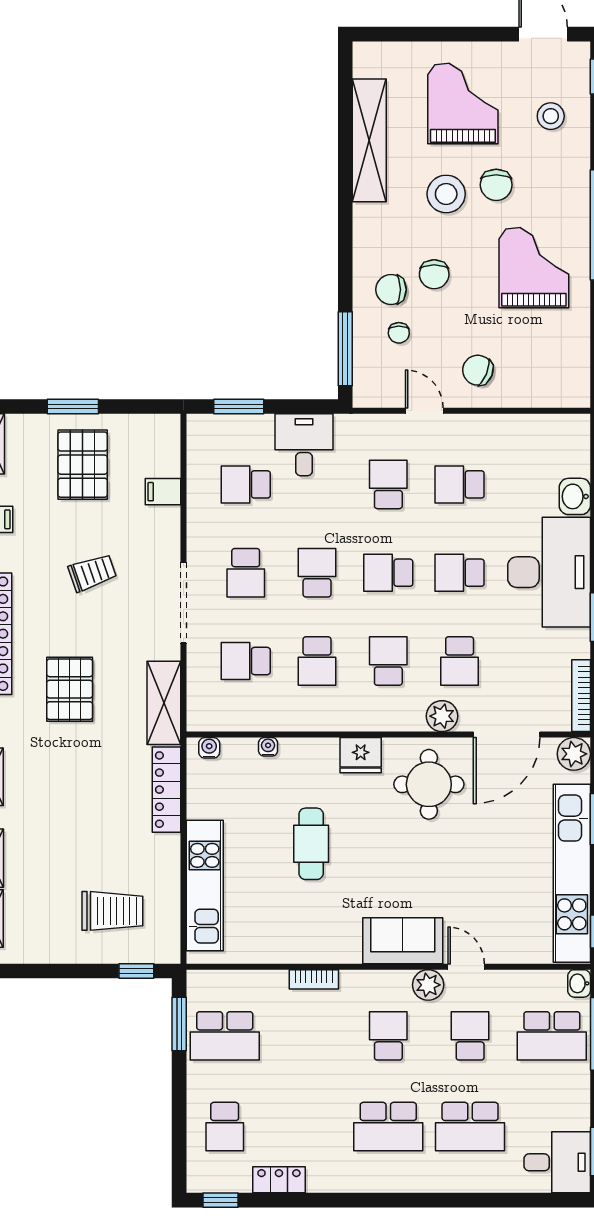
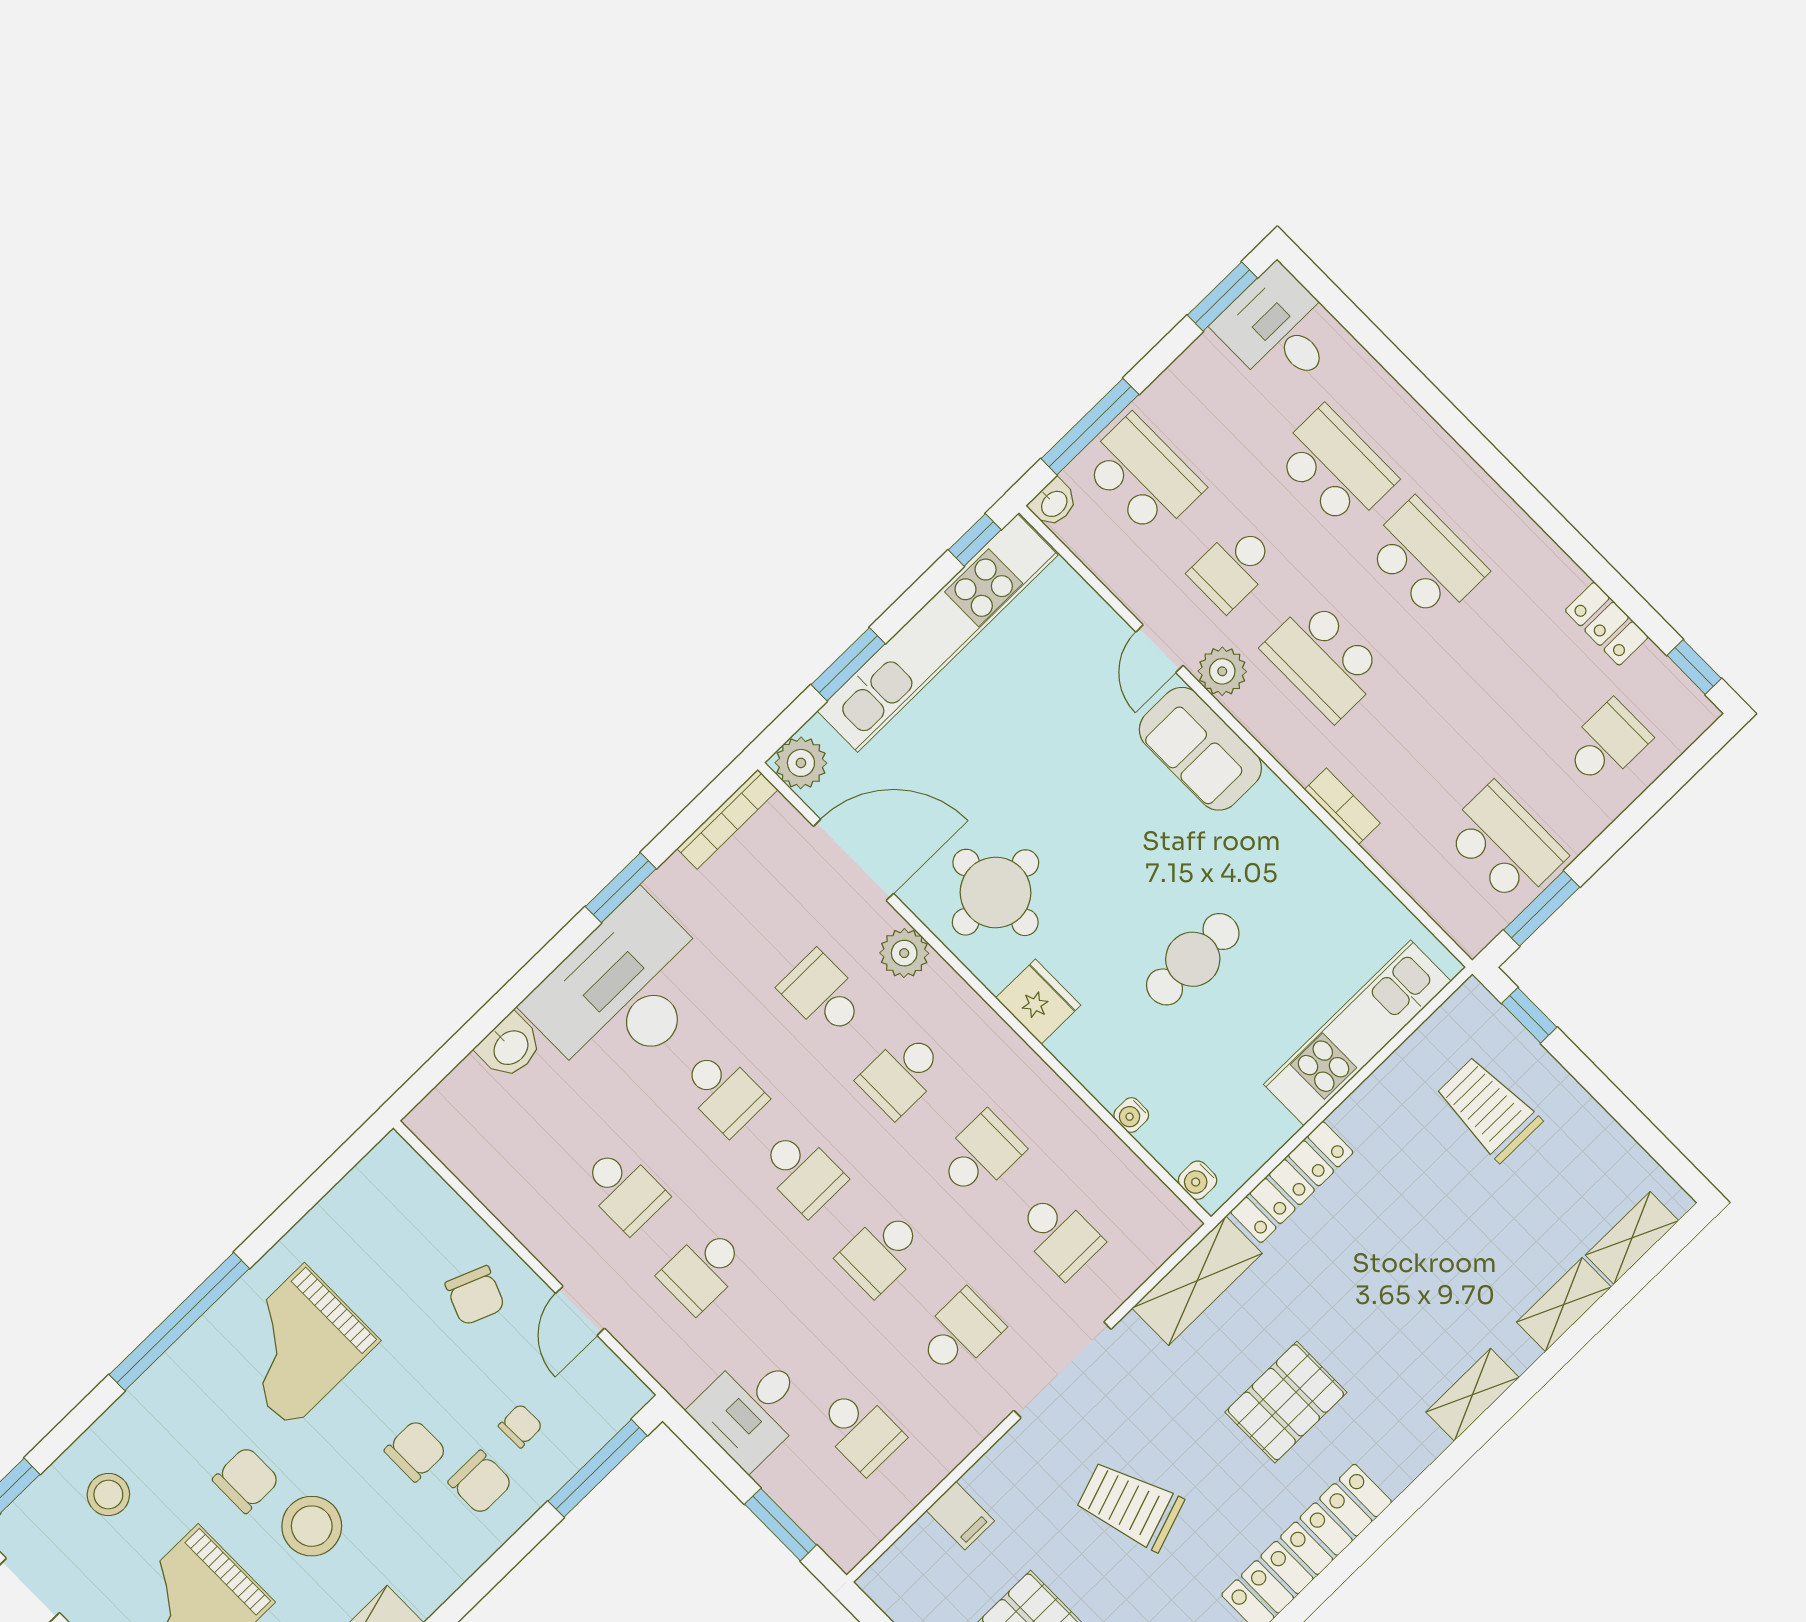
trolley: (92, 573) -> (1130, 1506), width x1.36, depth x1.39
school desk: (460, 661) -> (823, 994), turned -90
school desk: (388, 1036) -> (1324, 660), width x1.85

